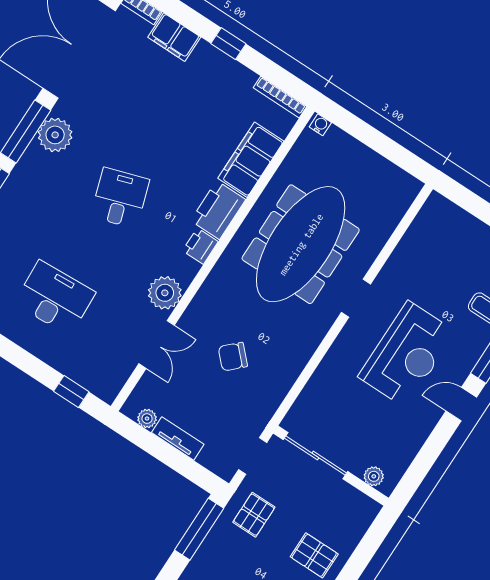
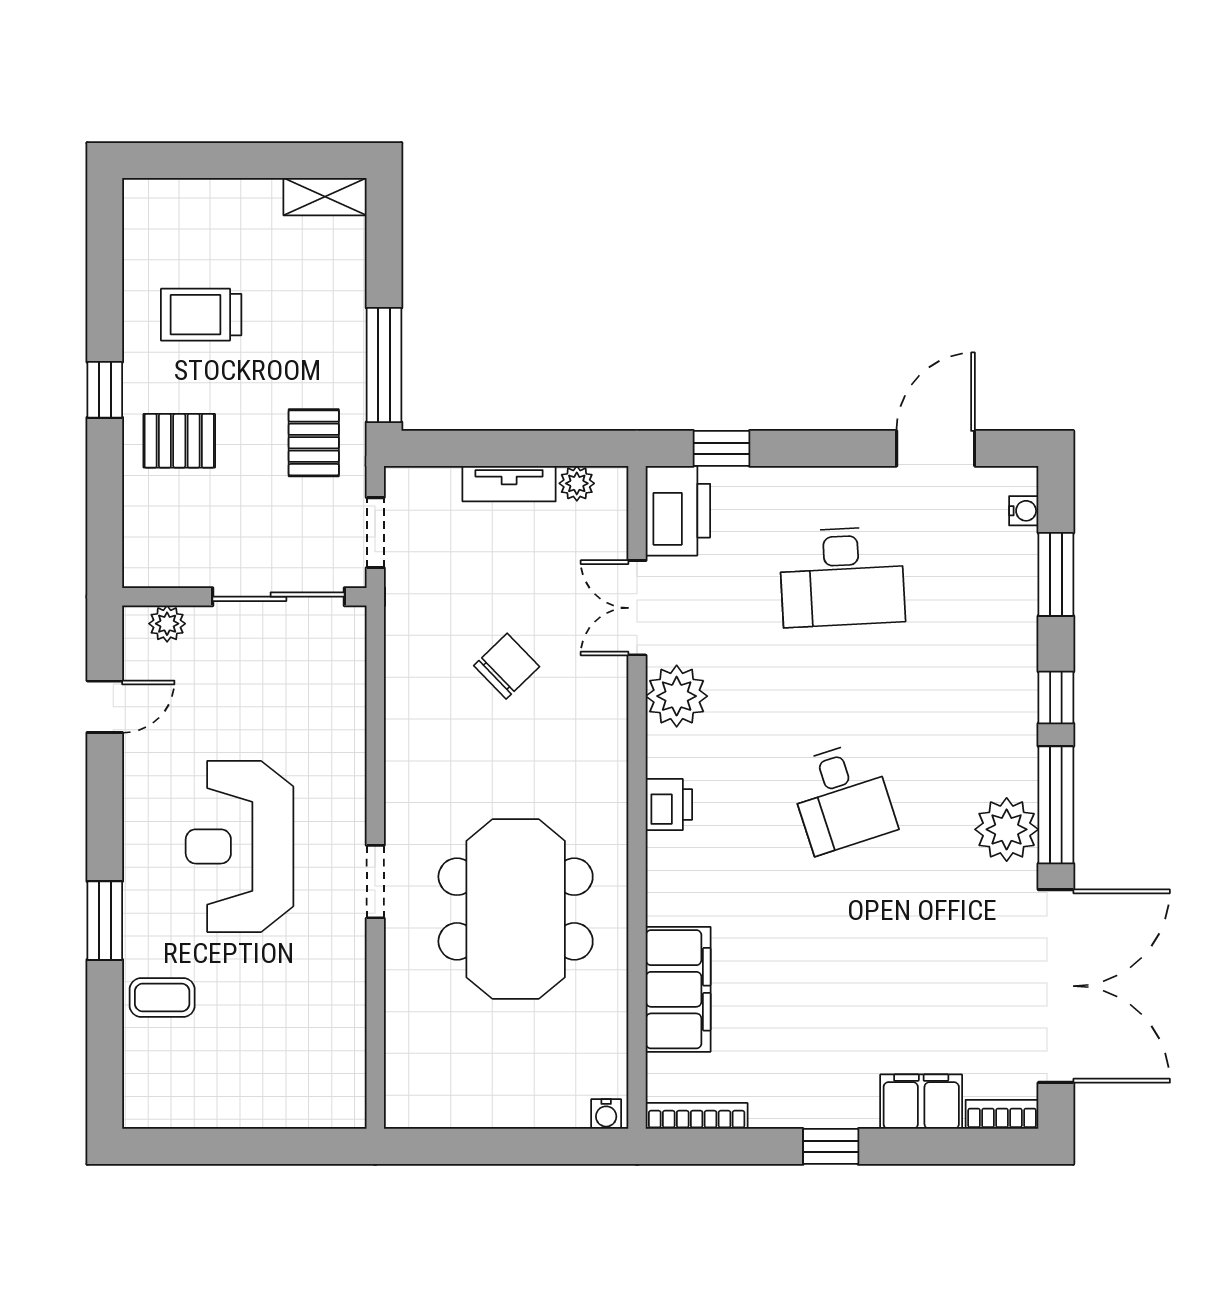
printer: (218, 210) -> (678, 511), moved
meeting table: (301, 244) -> (516, 909), width x0.73
door: (461, 404) -> (105, 707), moved

